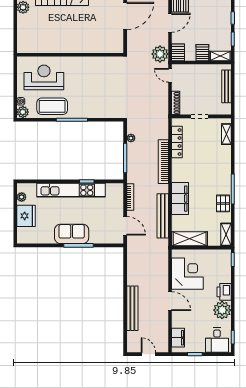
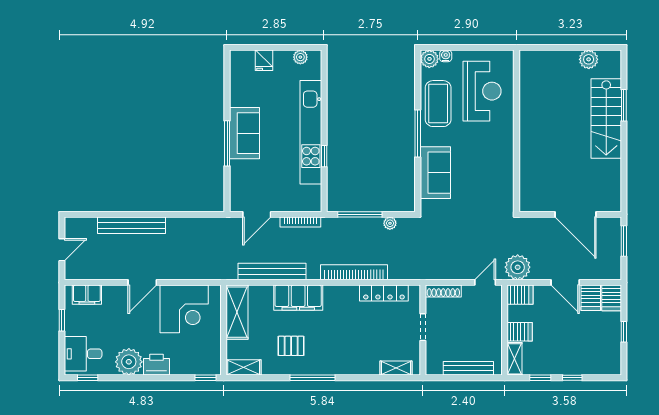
sofa: (98, 108) -> (435, 173), added
pallet: (223, 203) -> (291, 346), moved
fridge: (26, 216) -> (264, 60), width x0.53, depth x0.75

